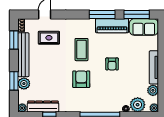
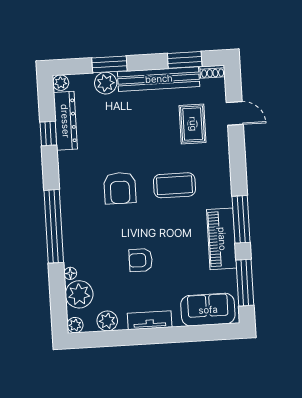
sofa: (144, 27) -> (208, 310), moved, turned 90
armchair: (112, 64) -> (141, 260), moved
tv unit: (154, 67) -> (150, 320), width x0.71
armchair: (81, 79) -> (120, 188), turned 90

